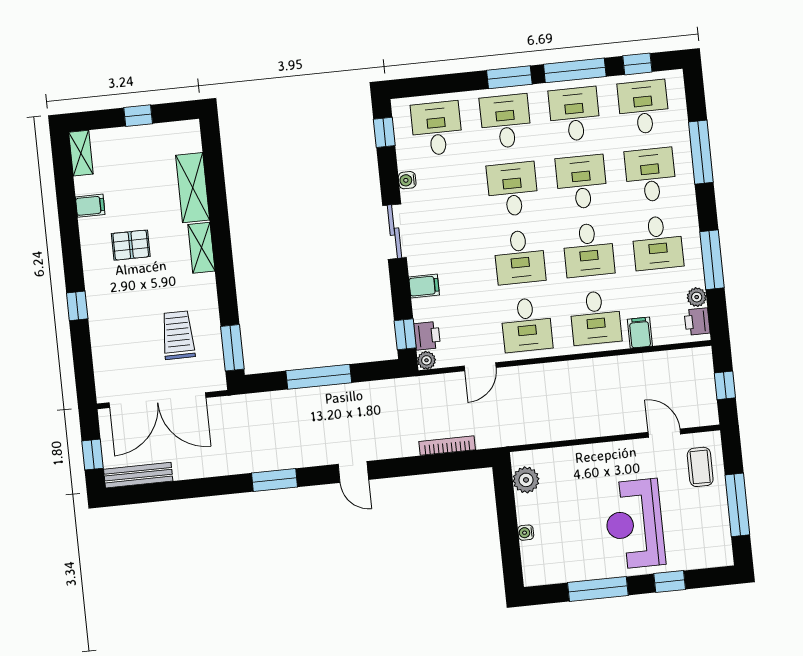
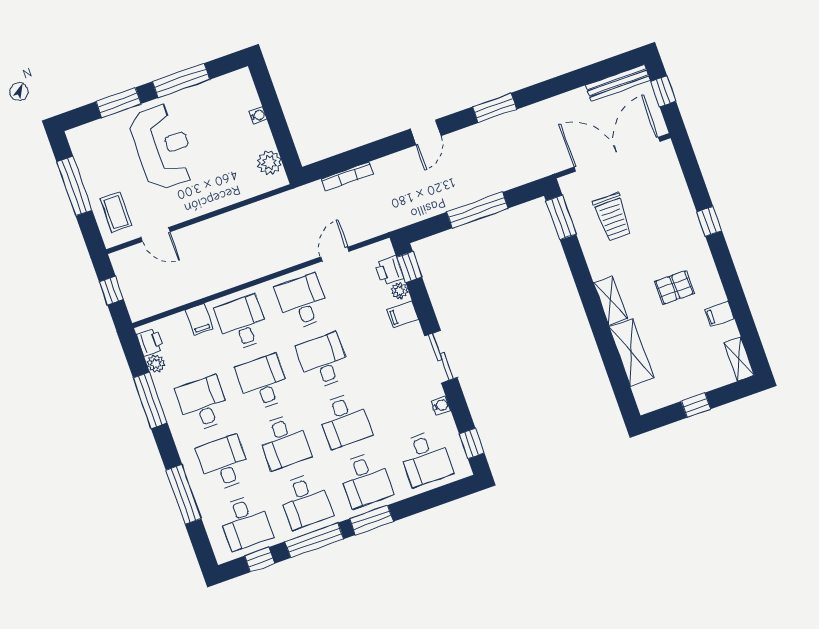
desk: (650, 175) -> (224, 463), turned 180
plant: (426, 360) -> (399, 291), moved
door: (353, 472) -> (426, 132), swing flipped
window: (670, 582) -> (118, 103), width x1.50

